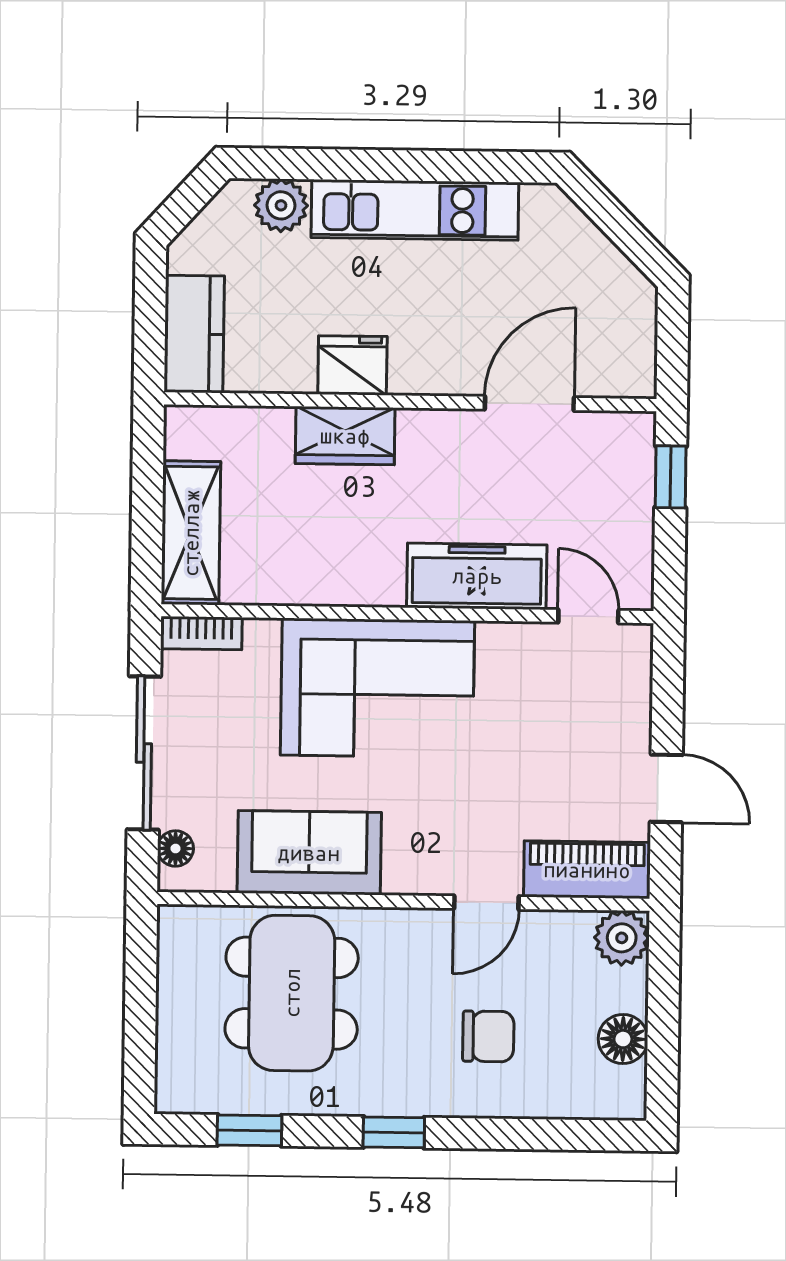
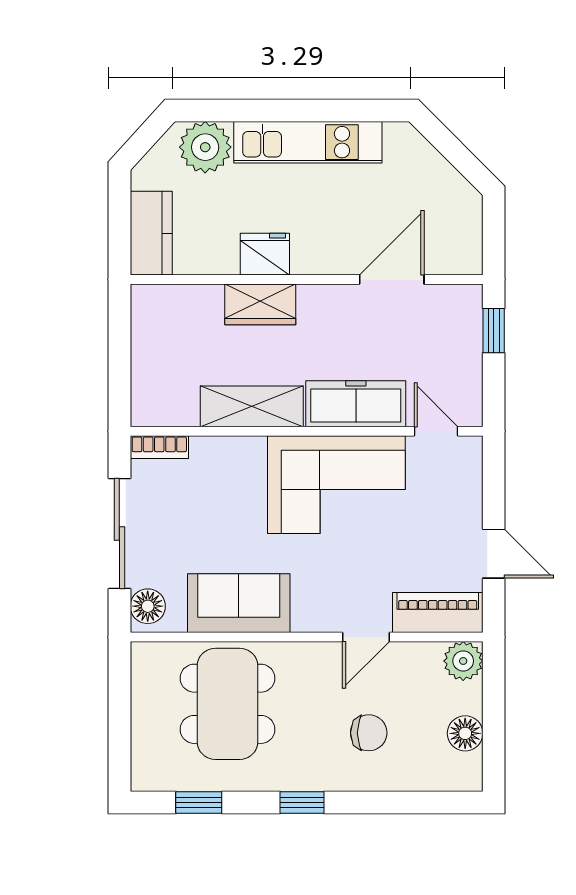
plant: (281, 205) -> (205, 147), width x1.36, depth x1.36
shelving: (191, 533) -> (252, 406), moved, turned 90
corner sofa: (377, 688) -> (336, 485), moved
floor lamp: (175, 849) -> (148, 606), width x1.37, depth x1.37

